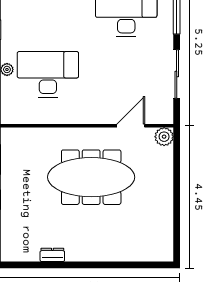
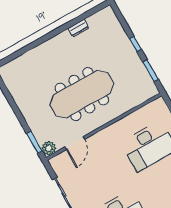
window: (177, 153) -> (34, 142), added

